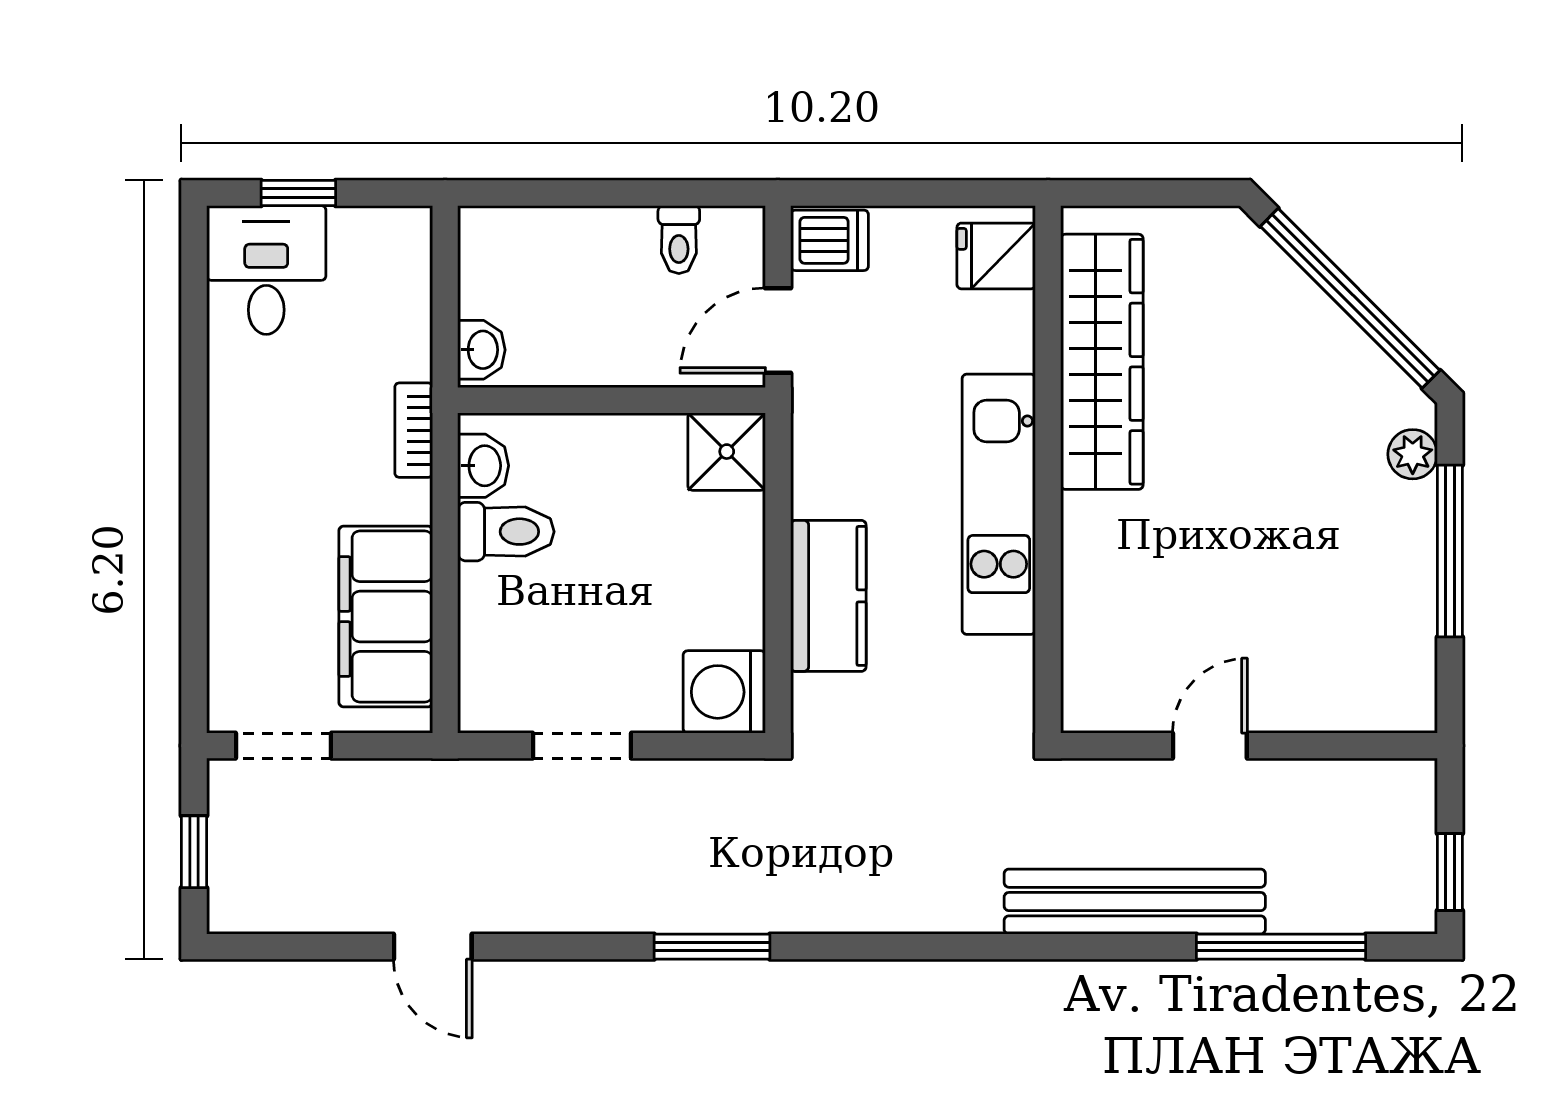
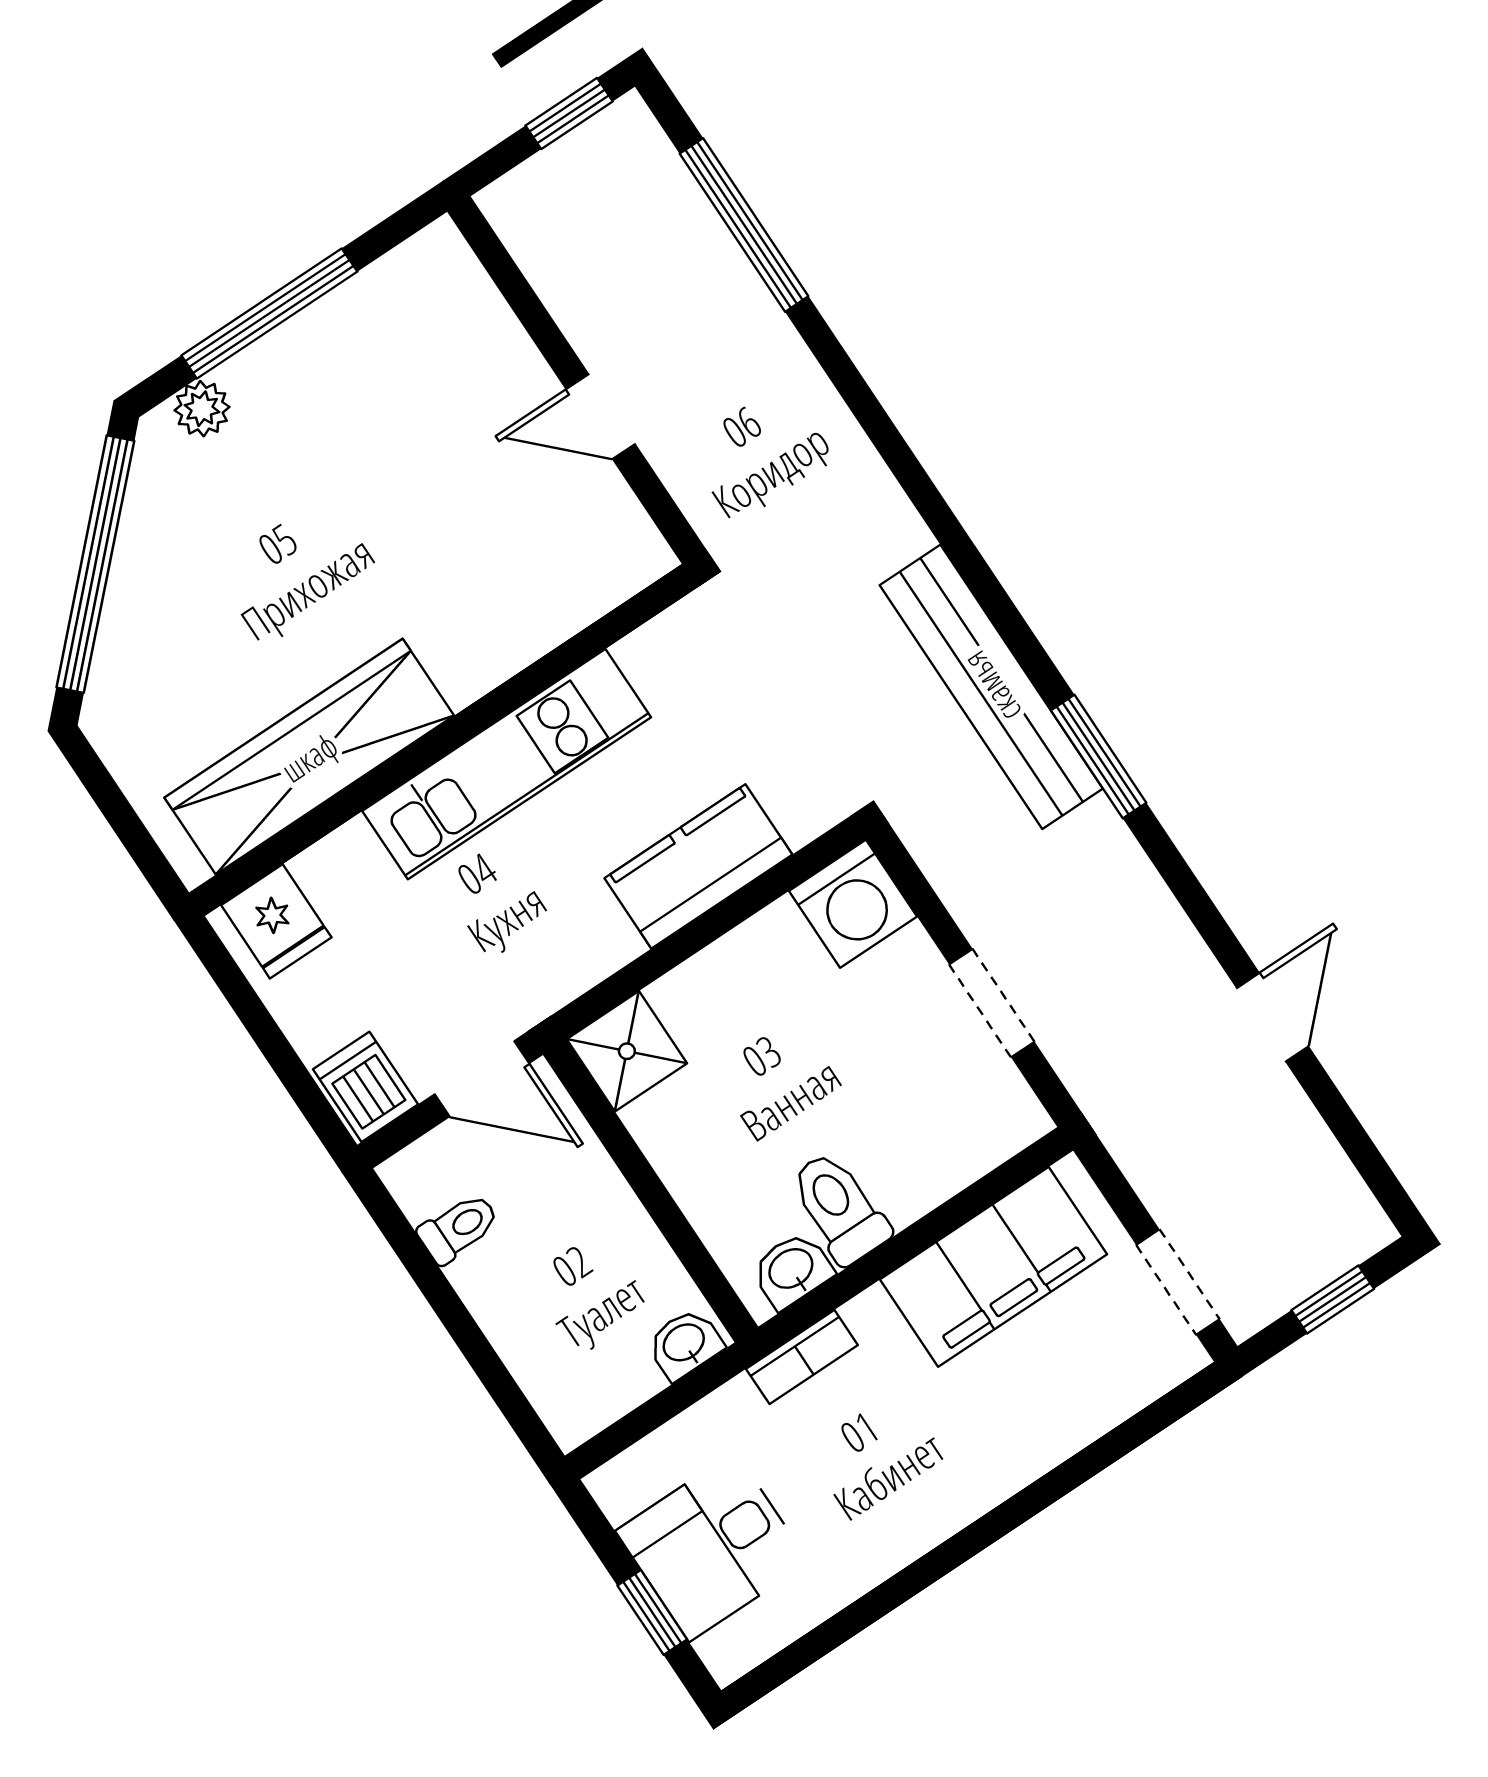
desk: (266, 270) -> (712, 1547), moved
bench: (1135, 902) -> (991, 687), moved

